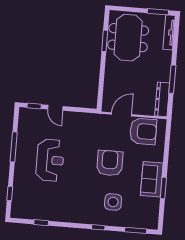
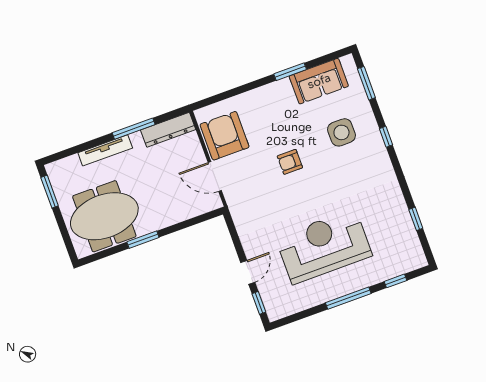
tv unit: (169, 32) -> (105, 150), moved
window: (105, 41) -> (143, 240), moved
window: (14, 147) -> (348, 298), moved
reception desk: (50, 160) -> (324, 246), width x1.36, depth x1.30
armchair: (110, 163) -> (290, 162), width x0.53, depth x0.53
sofa: (152, 179) -> (319, 81), moved

